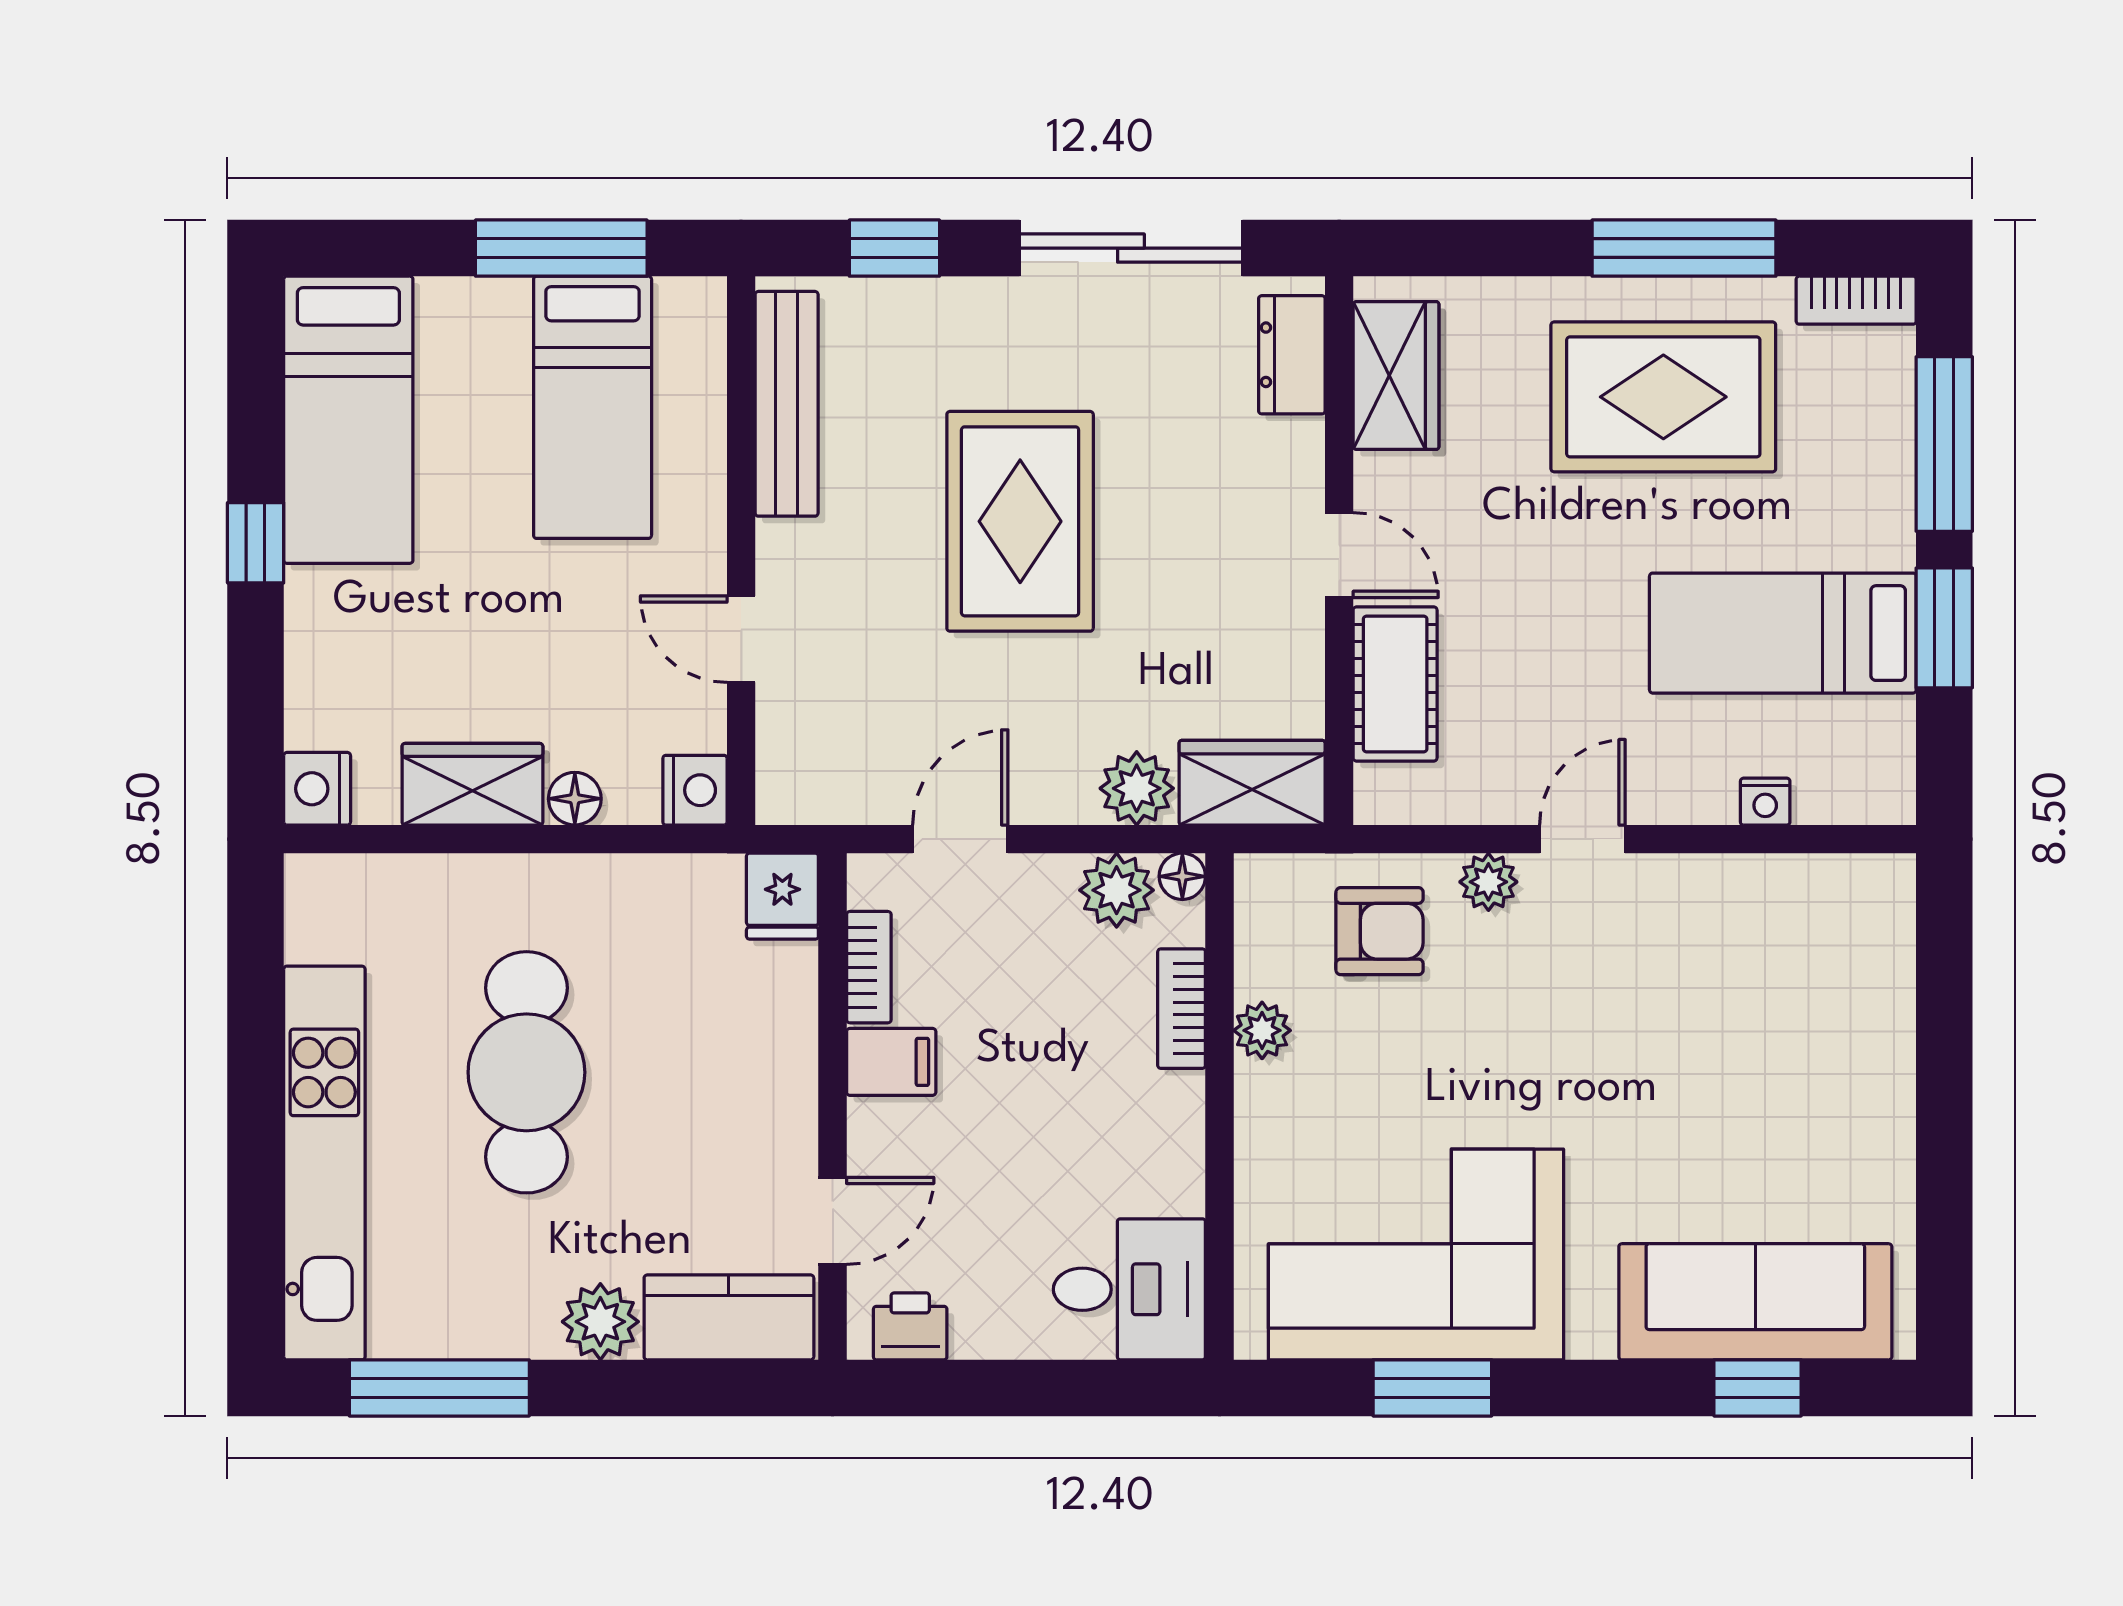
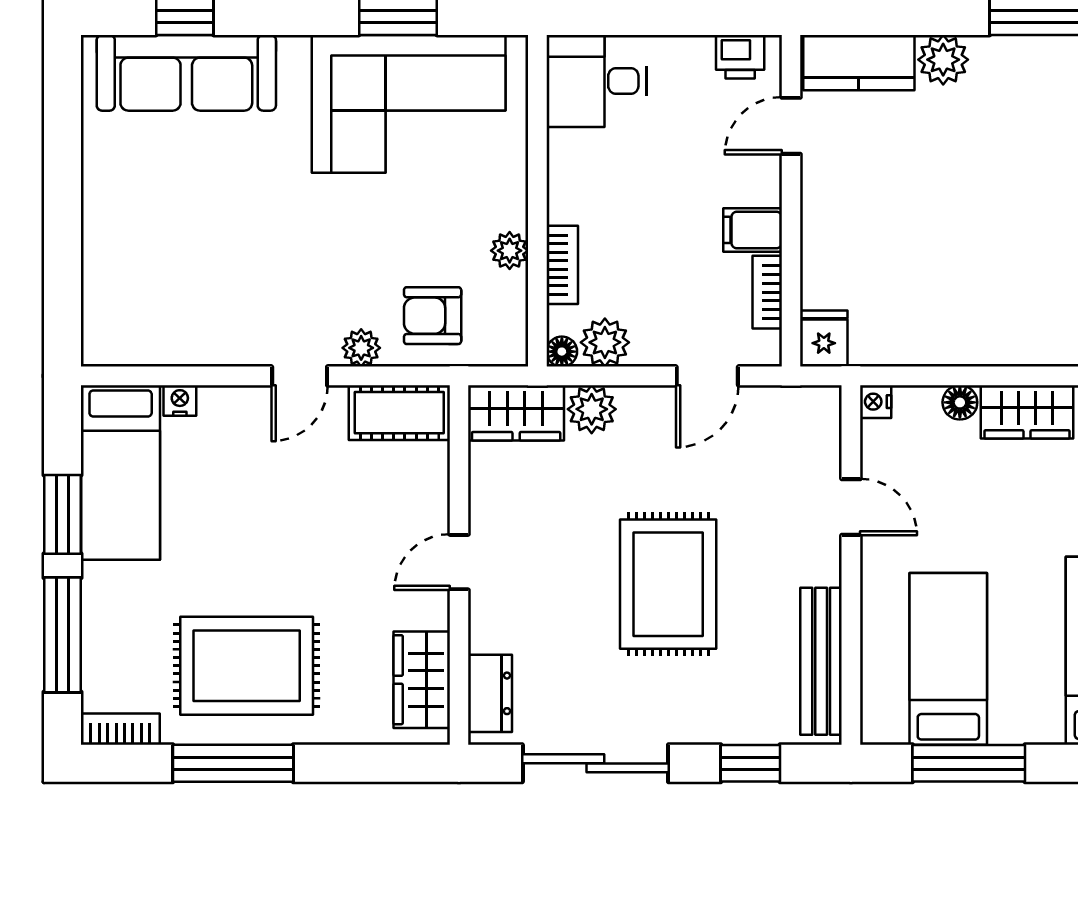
door: (1339, 555) -> (459, 562), hinge flipped
bed: (1783, 633) -> (121, 473), moved, turned 90
cot: (1395, 684) -> (399, 413), moved, turned 90
nightstand: (695, 790) -> (876, 402), width x0.72, depth x0.74
cafe table: (526, 1072) -> (992, 223), removed

